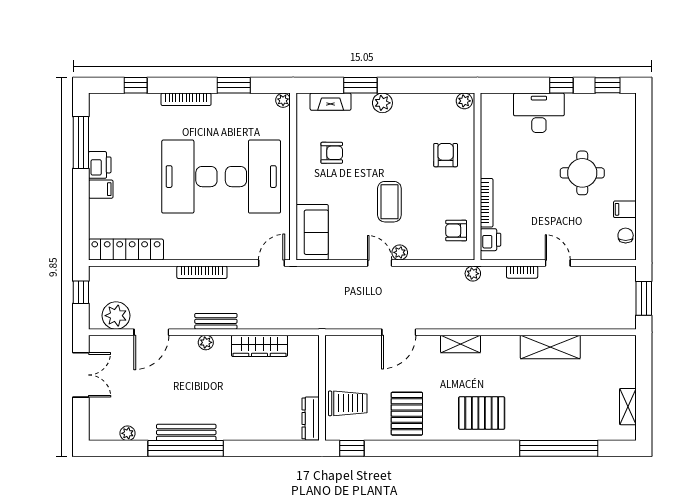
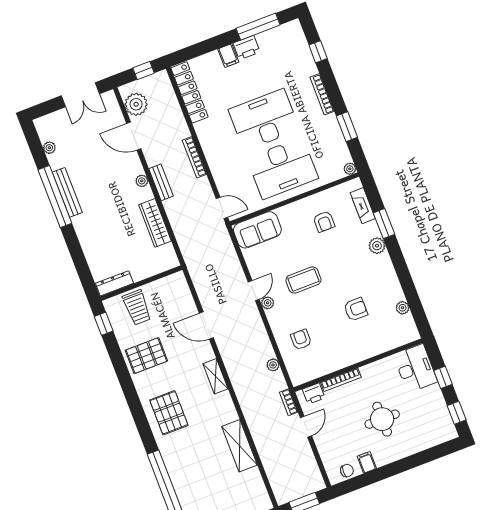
wall: (478, 177) -> (358, 365), moved
bookcase: (487, 203) -> (341, 380), moved
printer: (491, 240) -> (314, 394), moved

